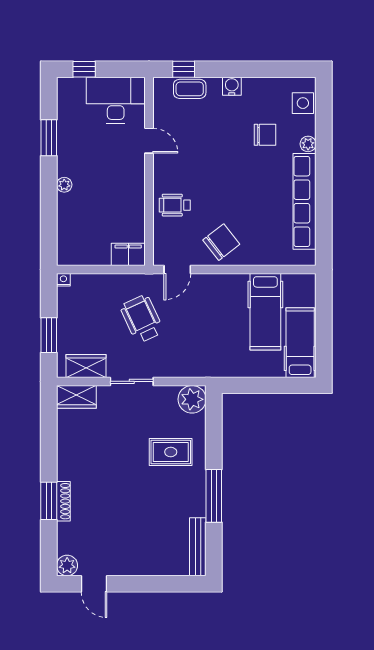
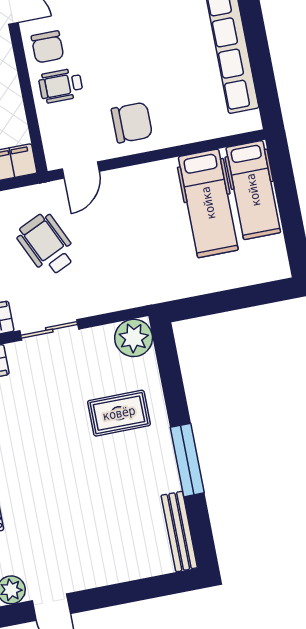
chair: (170, 175) -> (47, 47), added
chair: (221, 242) -> (132, 123), turned 38
hospital bed: (300, 343) -> (253, 190), moved, turned 180

